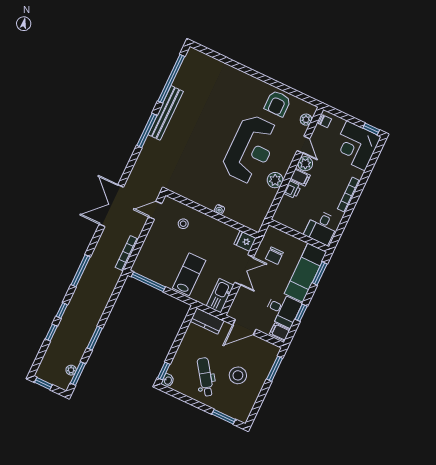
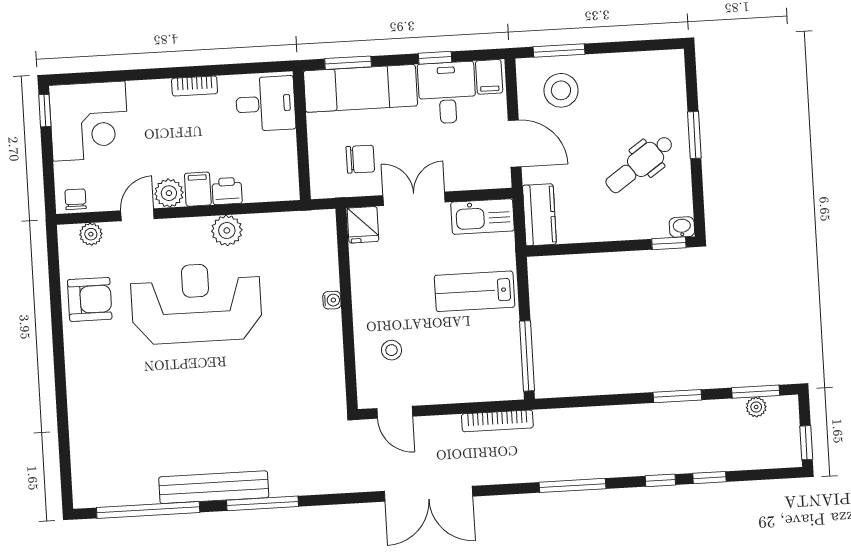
bookcase: (349, 195) -> (195, 86), width x0.64
stool: (238, 375) -> (561, 90), moved
window: (224, 417) -> (694, 135), moved

